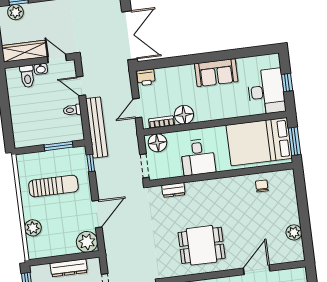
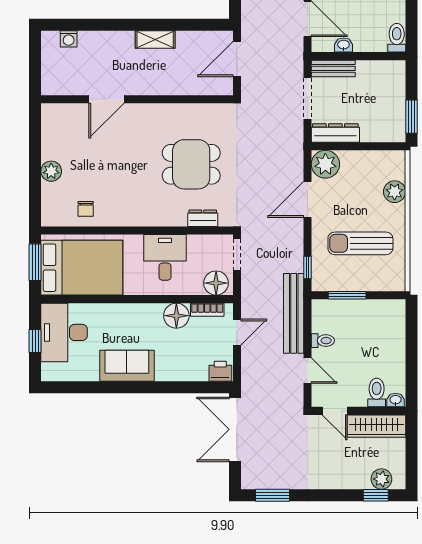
washbasin: (41, 69) -> (396, 400), moved
plant: (294, 232) -> (51, 171), moved
dining table: (202, 245) -> (191, 164), moved
dresser: (69, 268) -> (335, 133), moved

